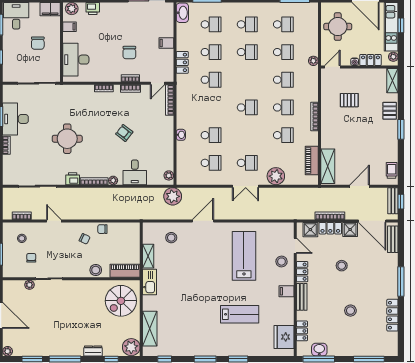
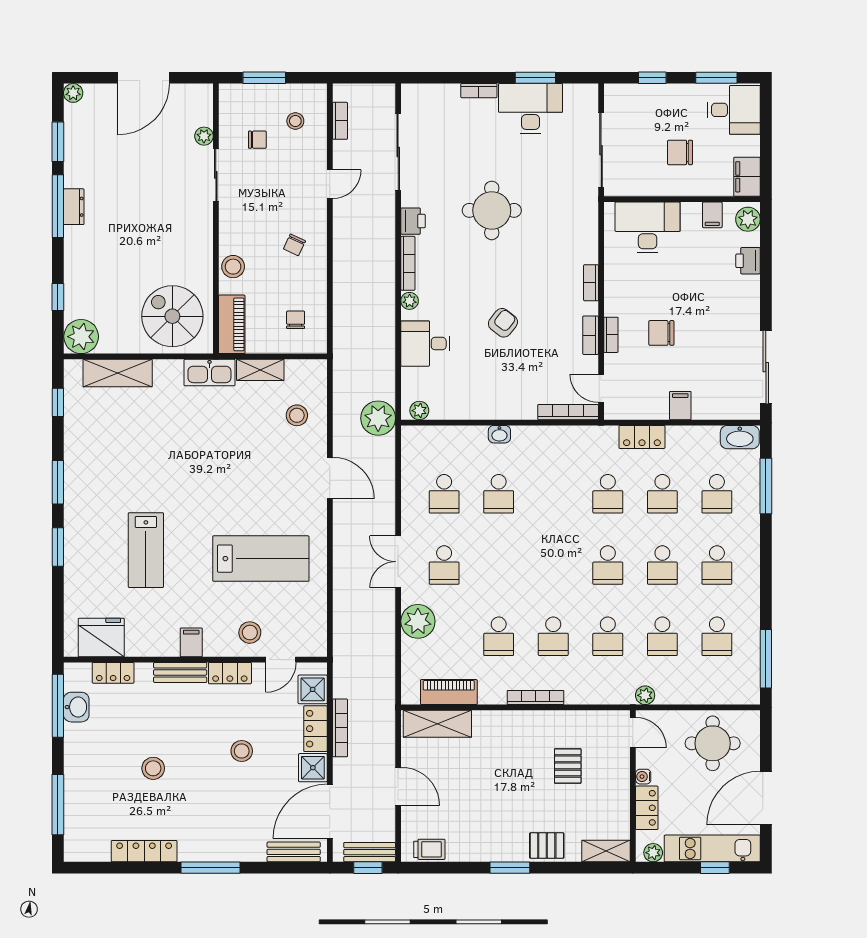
school desk: (247, 107) -> (608, 565), moved
chair: (102, 229) -> (296, 320), moved
dresser: (93, 351) -> (74, 207), moved

